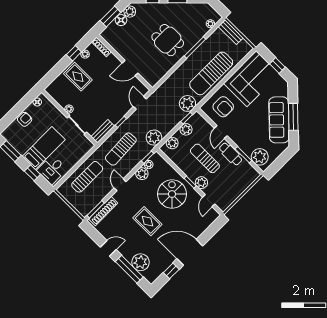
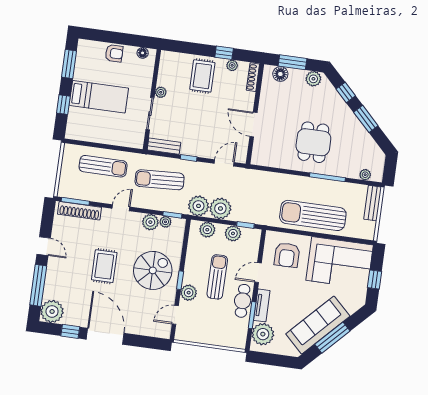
floor lamp: (121, 20) -> (280, 74), moved
plant: (187, 103) -> (220, 208), moved
tv unit: (242, 145) -> (262, 305), added
desk: (52, 170) -> (82, 123), removed
plant: (141, 262) -> (52, 311), moved

